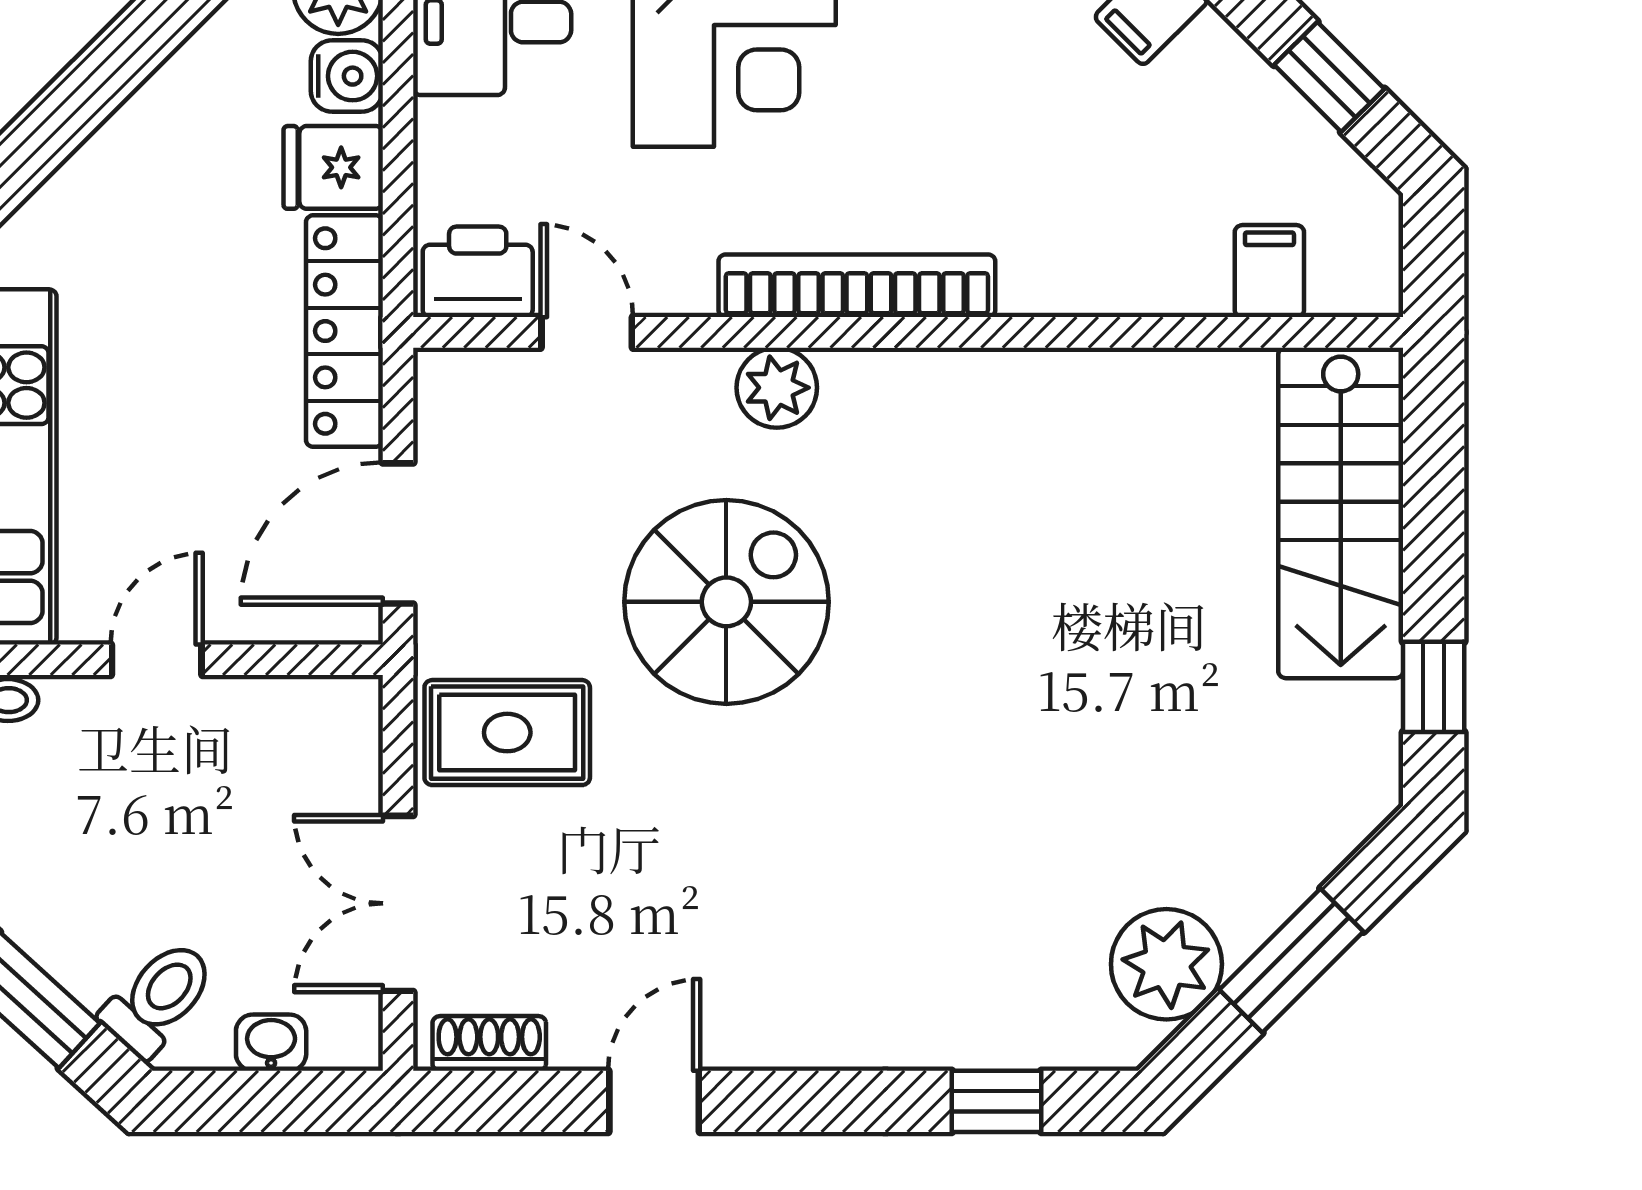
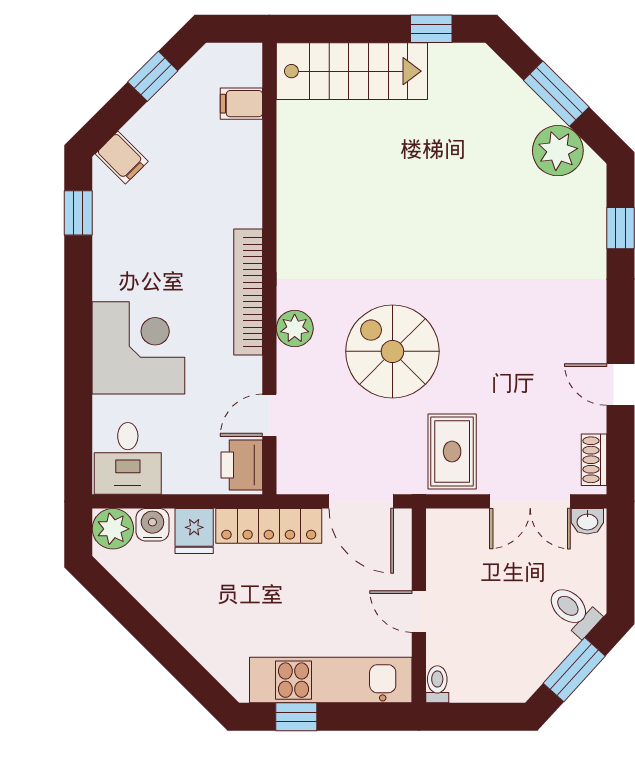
washbasin: (271, 1043) -> (587, 521), moved, turned -90

